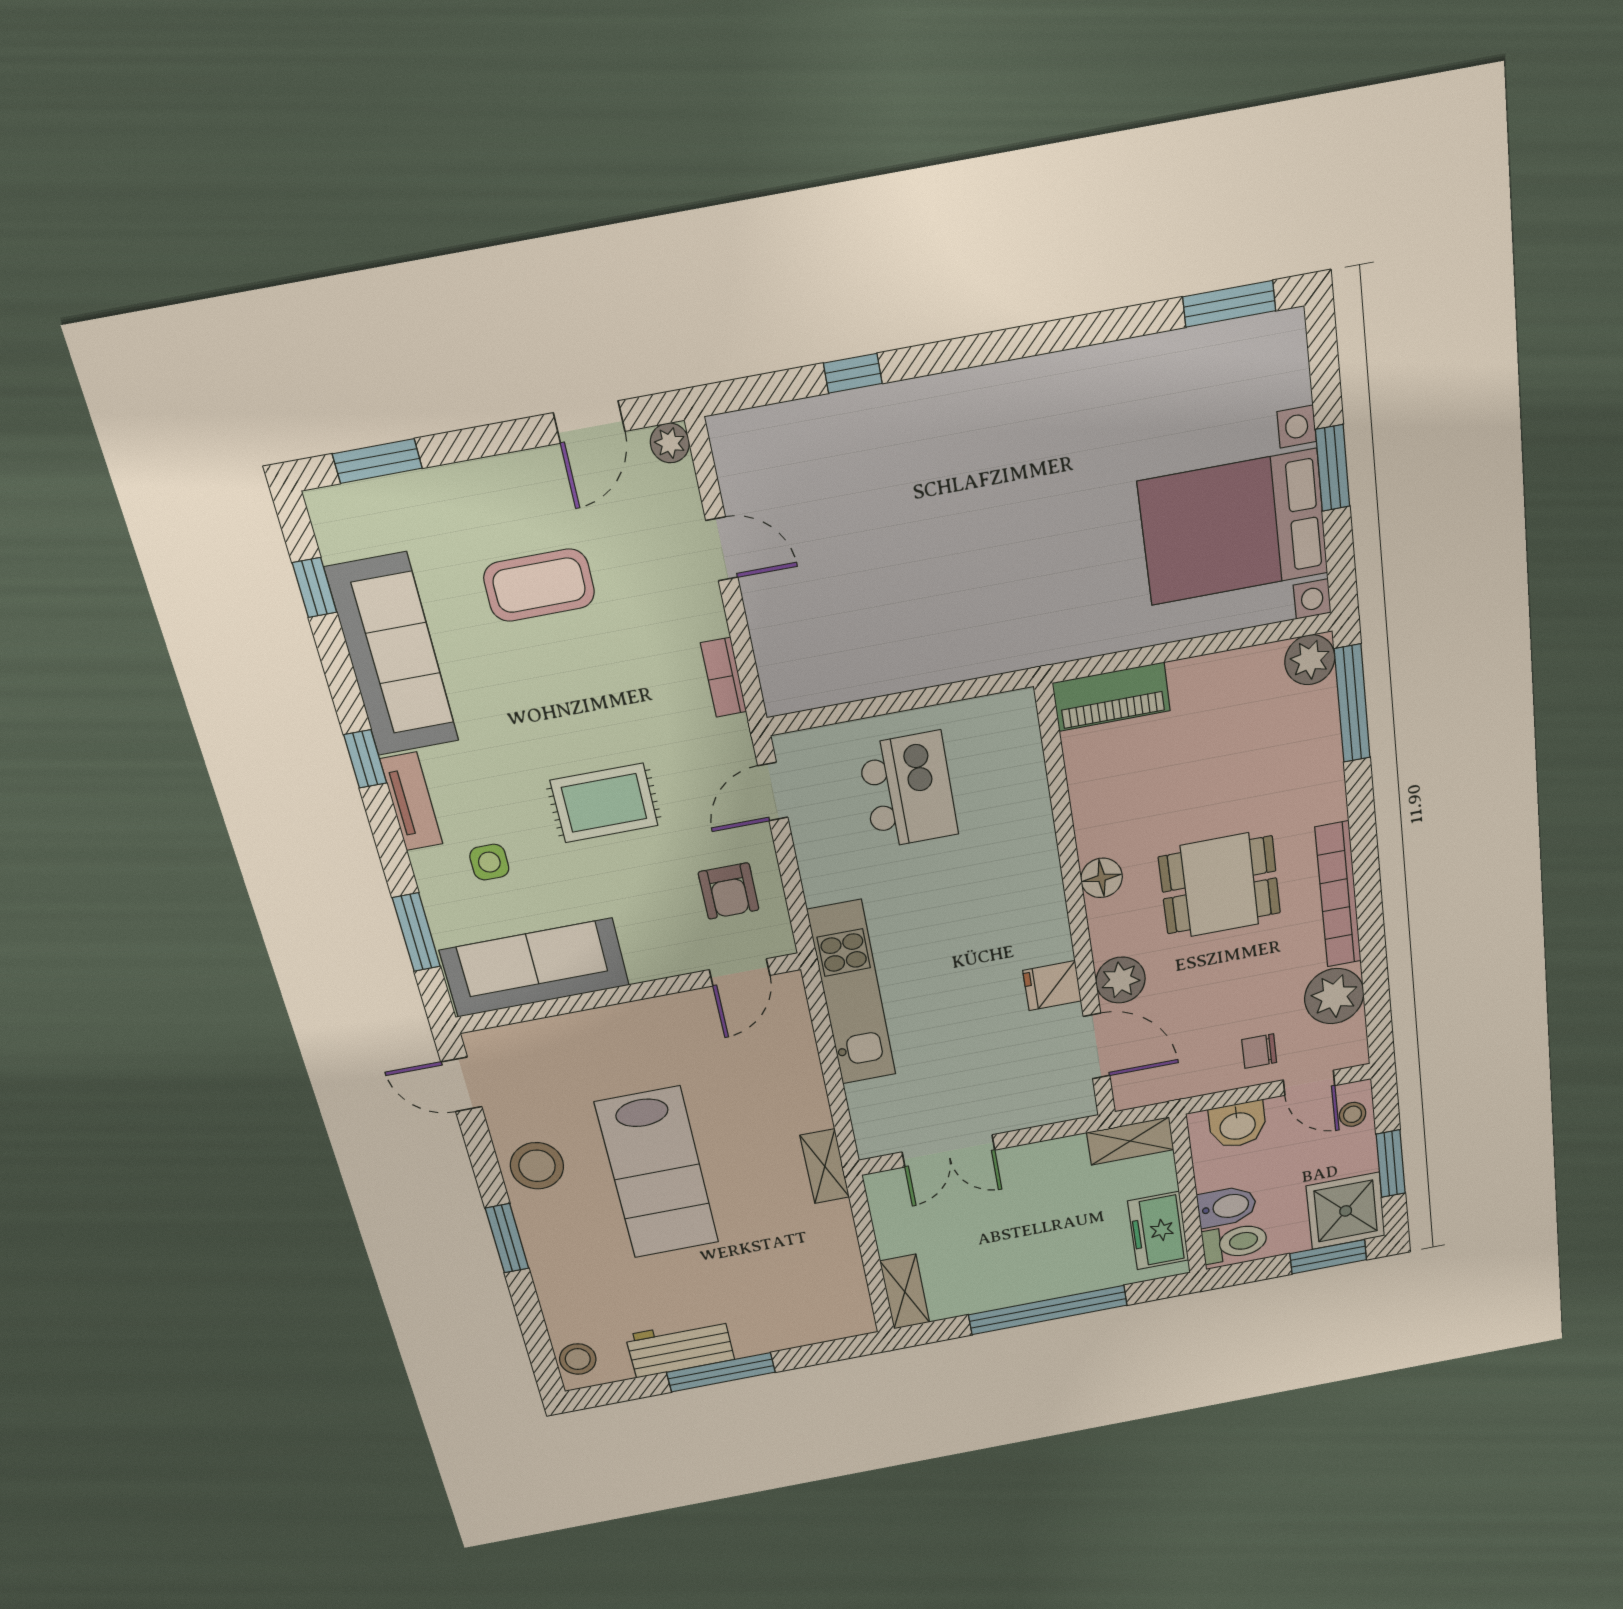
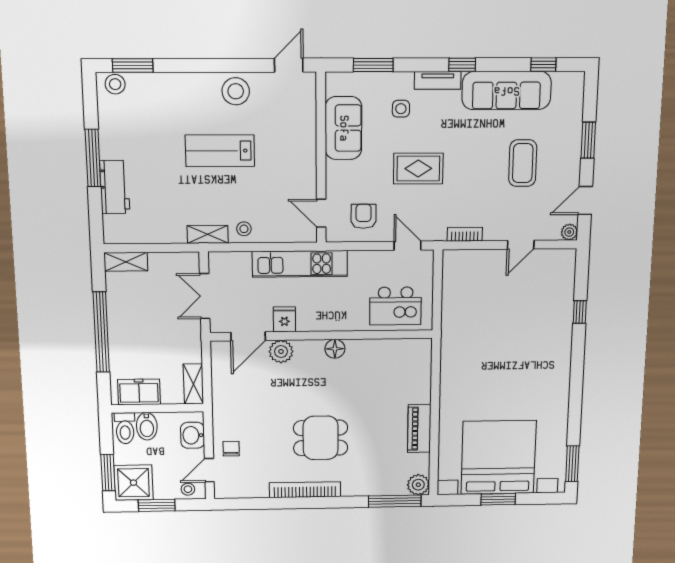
door: (589, 422) -> (585, 200), hinge flipped
window: (377, 461) -> (588, 140), moved
bed with nightstands: (1233, 527) -> (499, 457), width x1.36
piano: (1111, 697) -> (419, 429), moved
rug: (604, 803) -> (418, 169), turned 90
floor lamp: (1102, 878) -> (335, 349), moved
dining table: (1220, 885) -> (321, 438), turned 90
armchair: (729, 891) -> (364, 216), turned 90
wall: (1076, 909) -> (322, 335), moved
sofa: (535, 968) -> (343, 128), width x0.73
plant: (1121, 980) -> (281, 352), moved
fridge: (1052, 986) -> (284, 319), moved
plant: (1334, 996) -> (253, 485), removed
door: (1097, 1046) -> (248, 336), moved
stool: (801, 1106) -> (244, 229), added
lab bench: (657, 1173) -> (220, 151), width x0.73, depth x0.72
window: (507, 1238) -> (133, 65), moved
workbench: (680, 1347) -> (115, 187), moved

